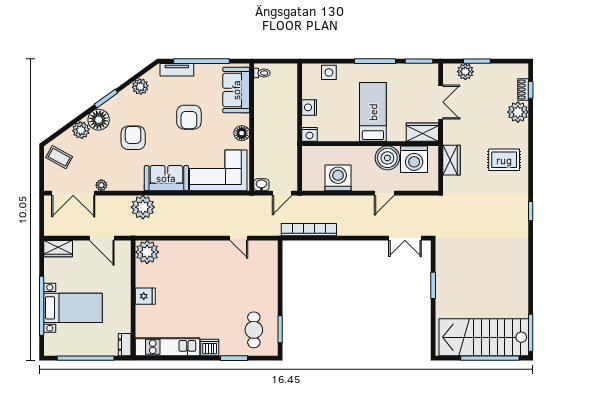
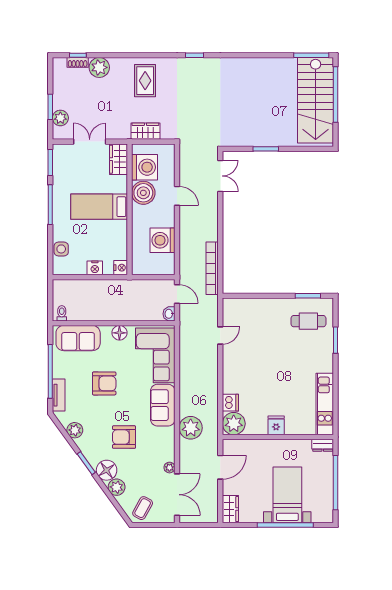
dishwasher: (210, 347) -> (230, 403), moved, turned 180

